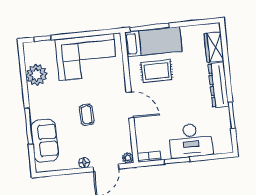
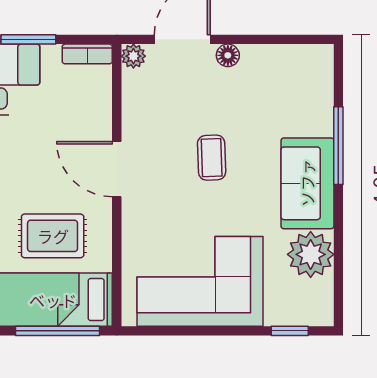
sofa: (45, 141) -> (307, 183), moved

